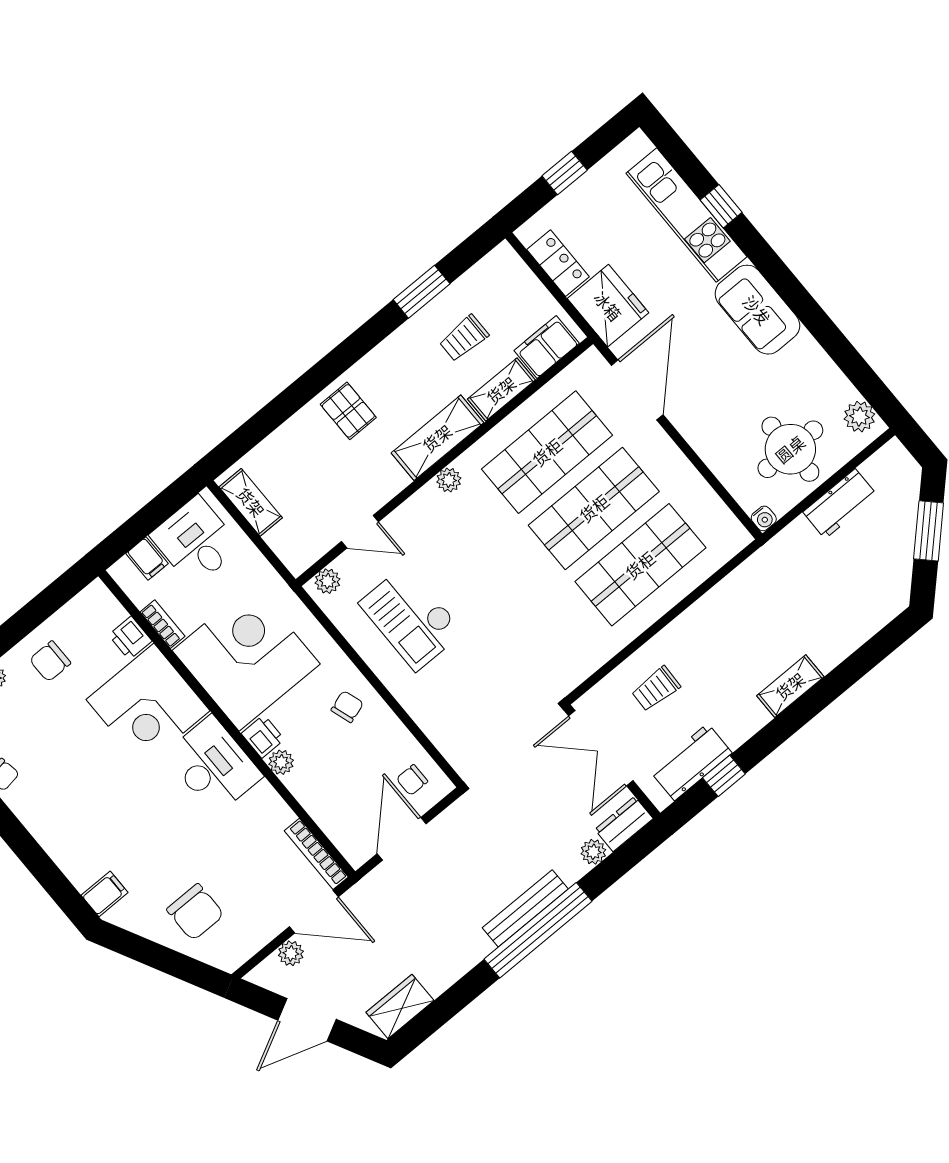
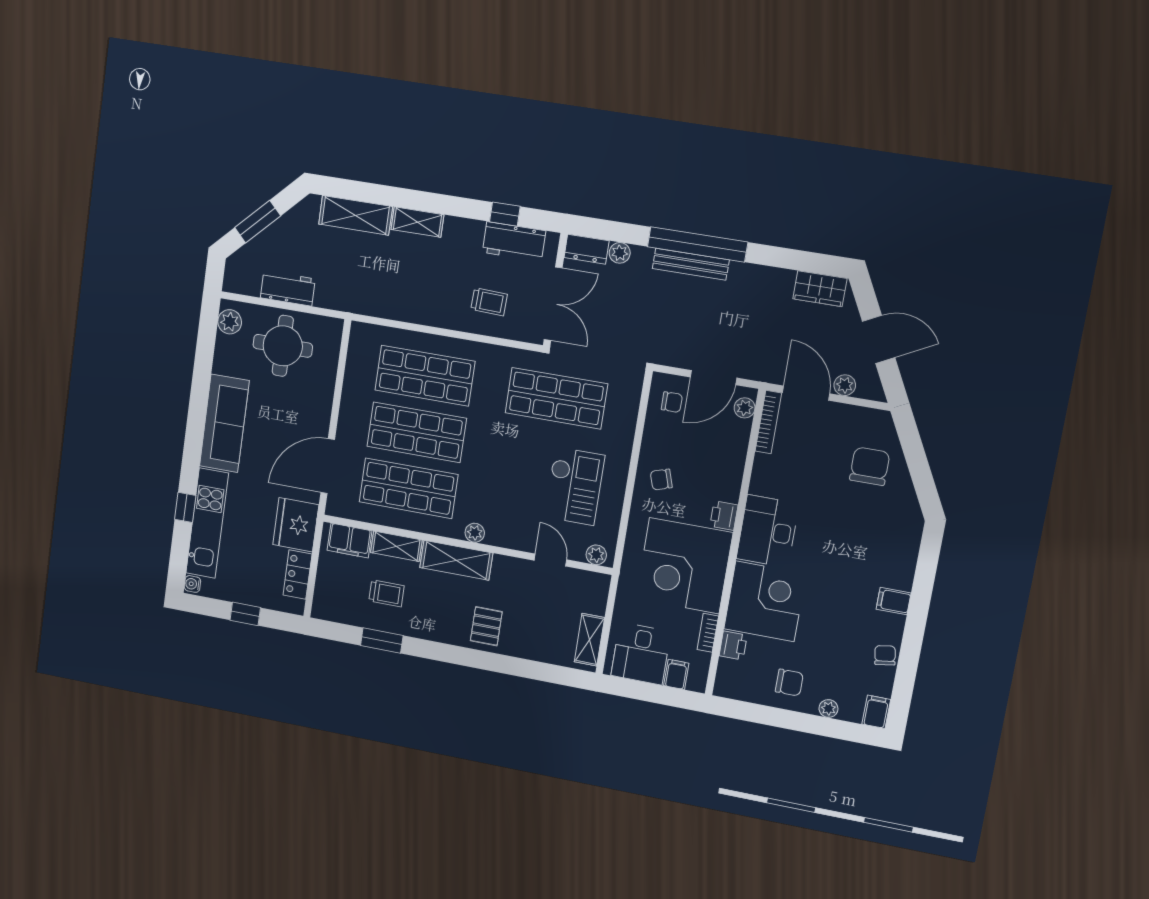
sofa: (757, 310) -> (224, 423), width x1.36
water cooler: (764, 518) -> (192, 584), moved, turned -90
shelving: (849, 632) -> (356, 215), added
shop shelf: (510, 673) -> (556, 398), added
plant: (281, 762) -> (745, 408), moved
filing cabinet: (105, 894) -> (894, 601), moved

